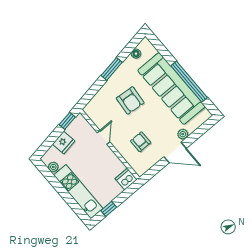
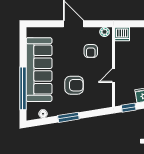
window: (189, 82) -> (23, 88), moved
armchair: (130, 100) -> (74, 85), turned 85
plant: (183, 134) -> (105, 32), moved

